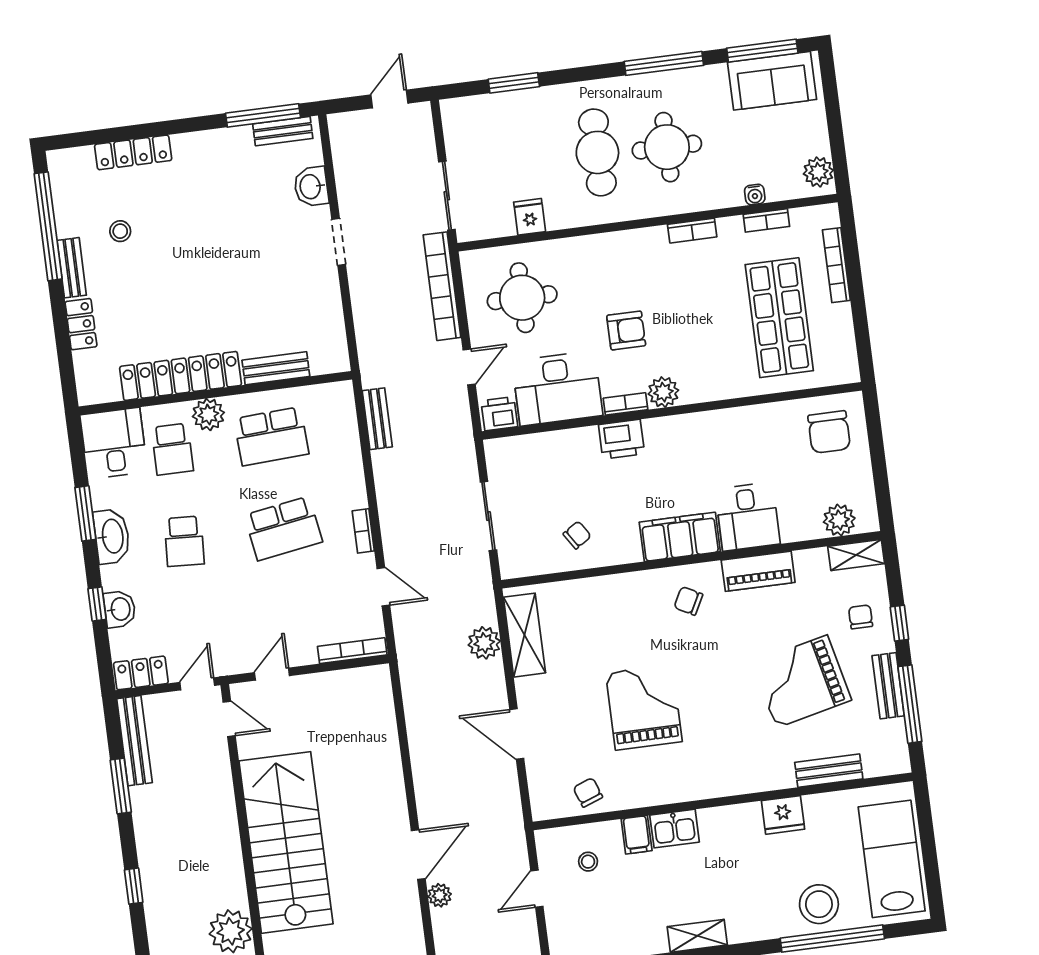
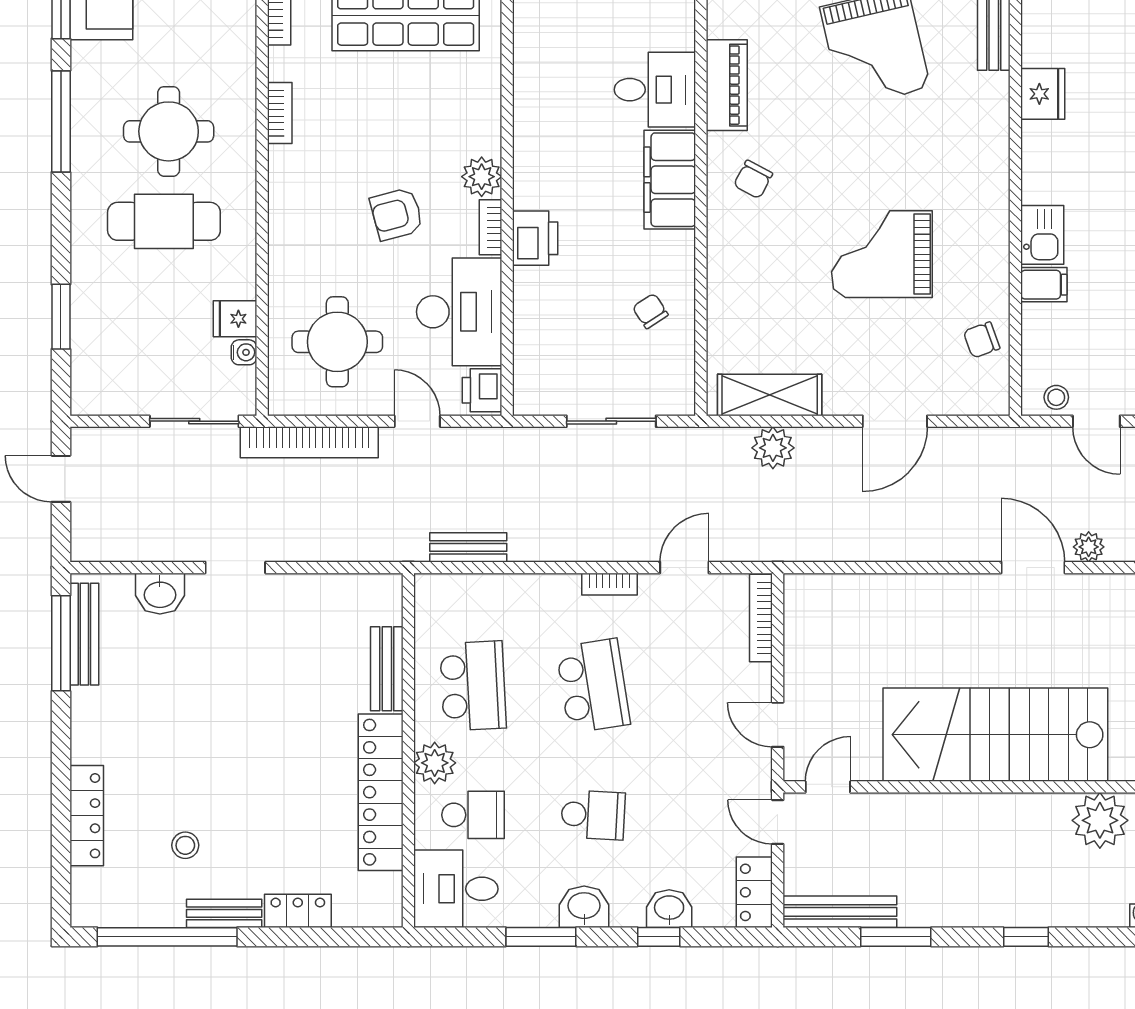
bench: (283, 131) -> (84, 634), width x1.36
water cooler: (755, 195) -> (244, 352), moved
armchair: (626, 330) -> (397, 214), turned -105
washbasin: (112, 536) -> (584, 907), width x0.72
stool: (588, 862) -> (1056, 397), moved

